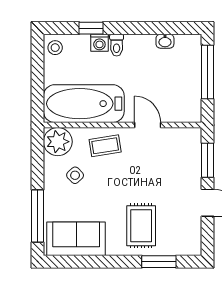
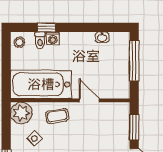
toilet: (117, 45) -> (40, 40), moved

